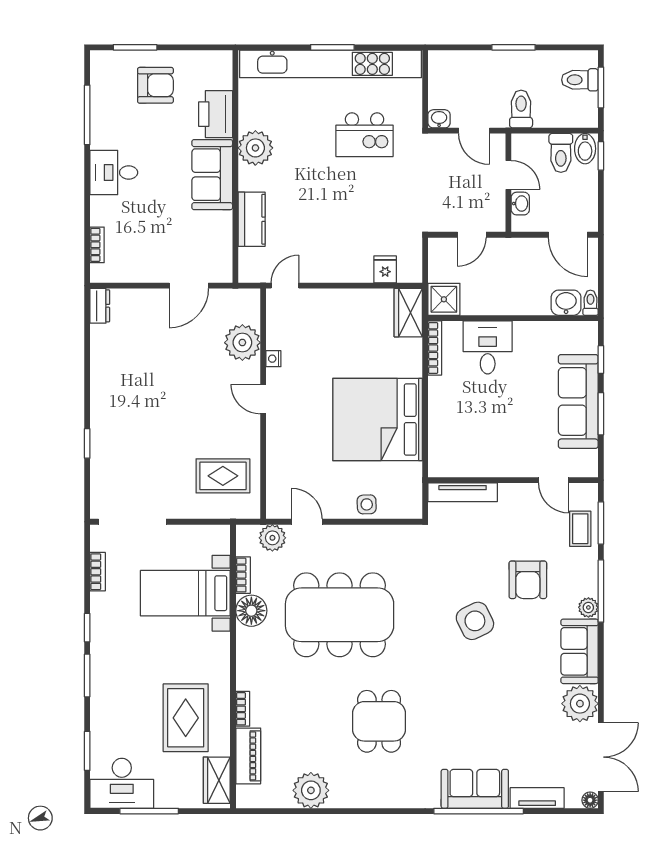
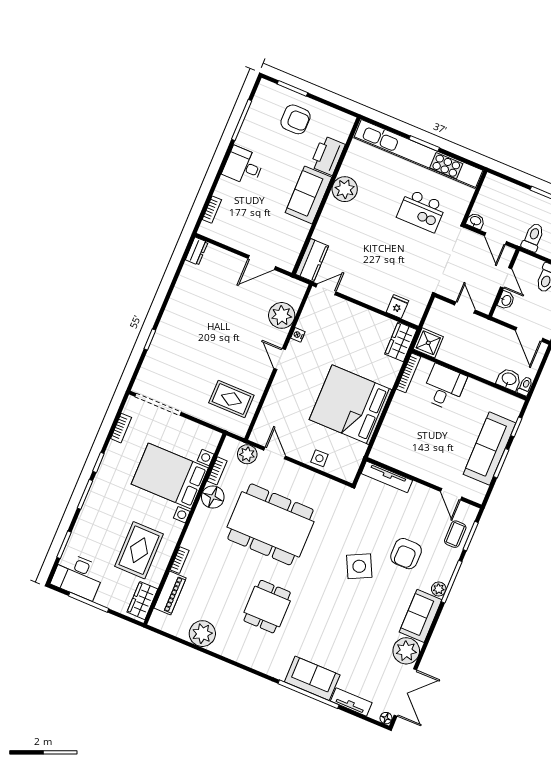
kitchen counter: (252, 219) -> (312, 260), moved
door: (472, 235) -> (465, 308), swing flipped
bed with nightstands: (185, 593) -> (170, 476), width x1.36

